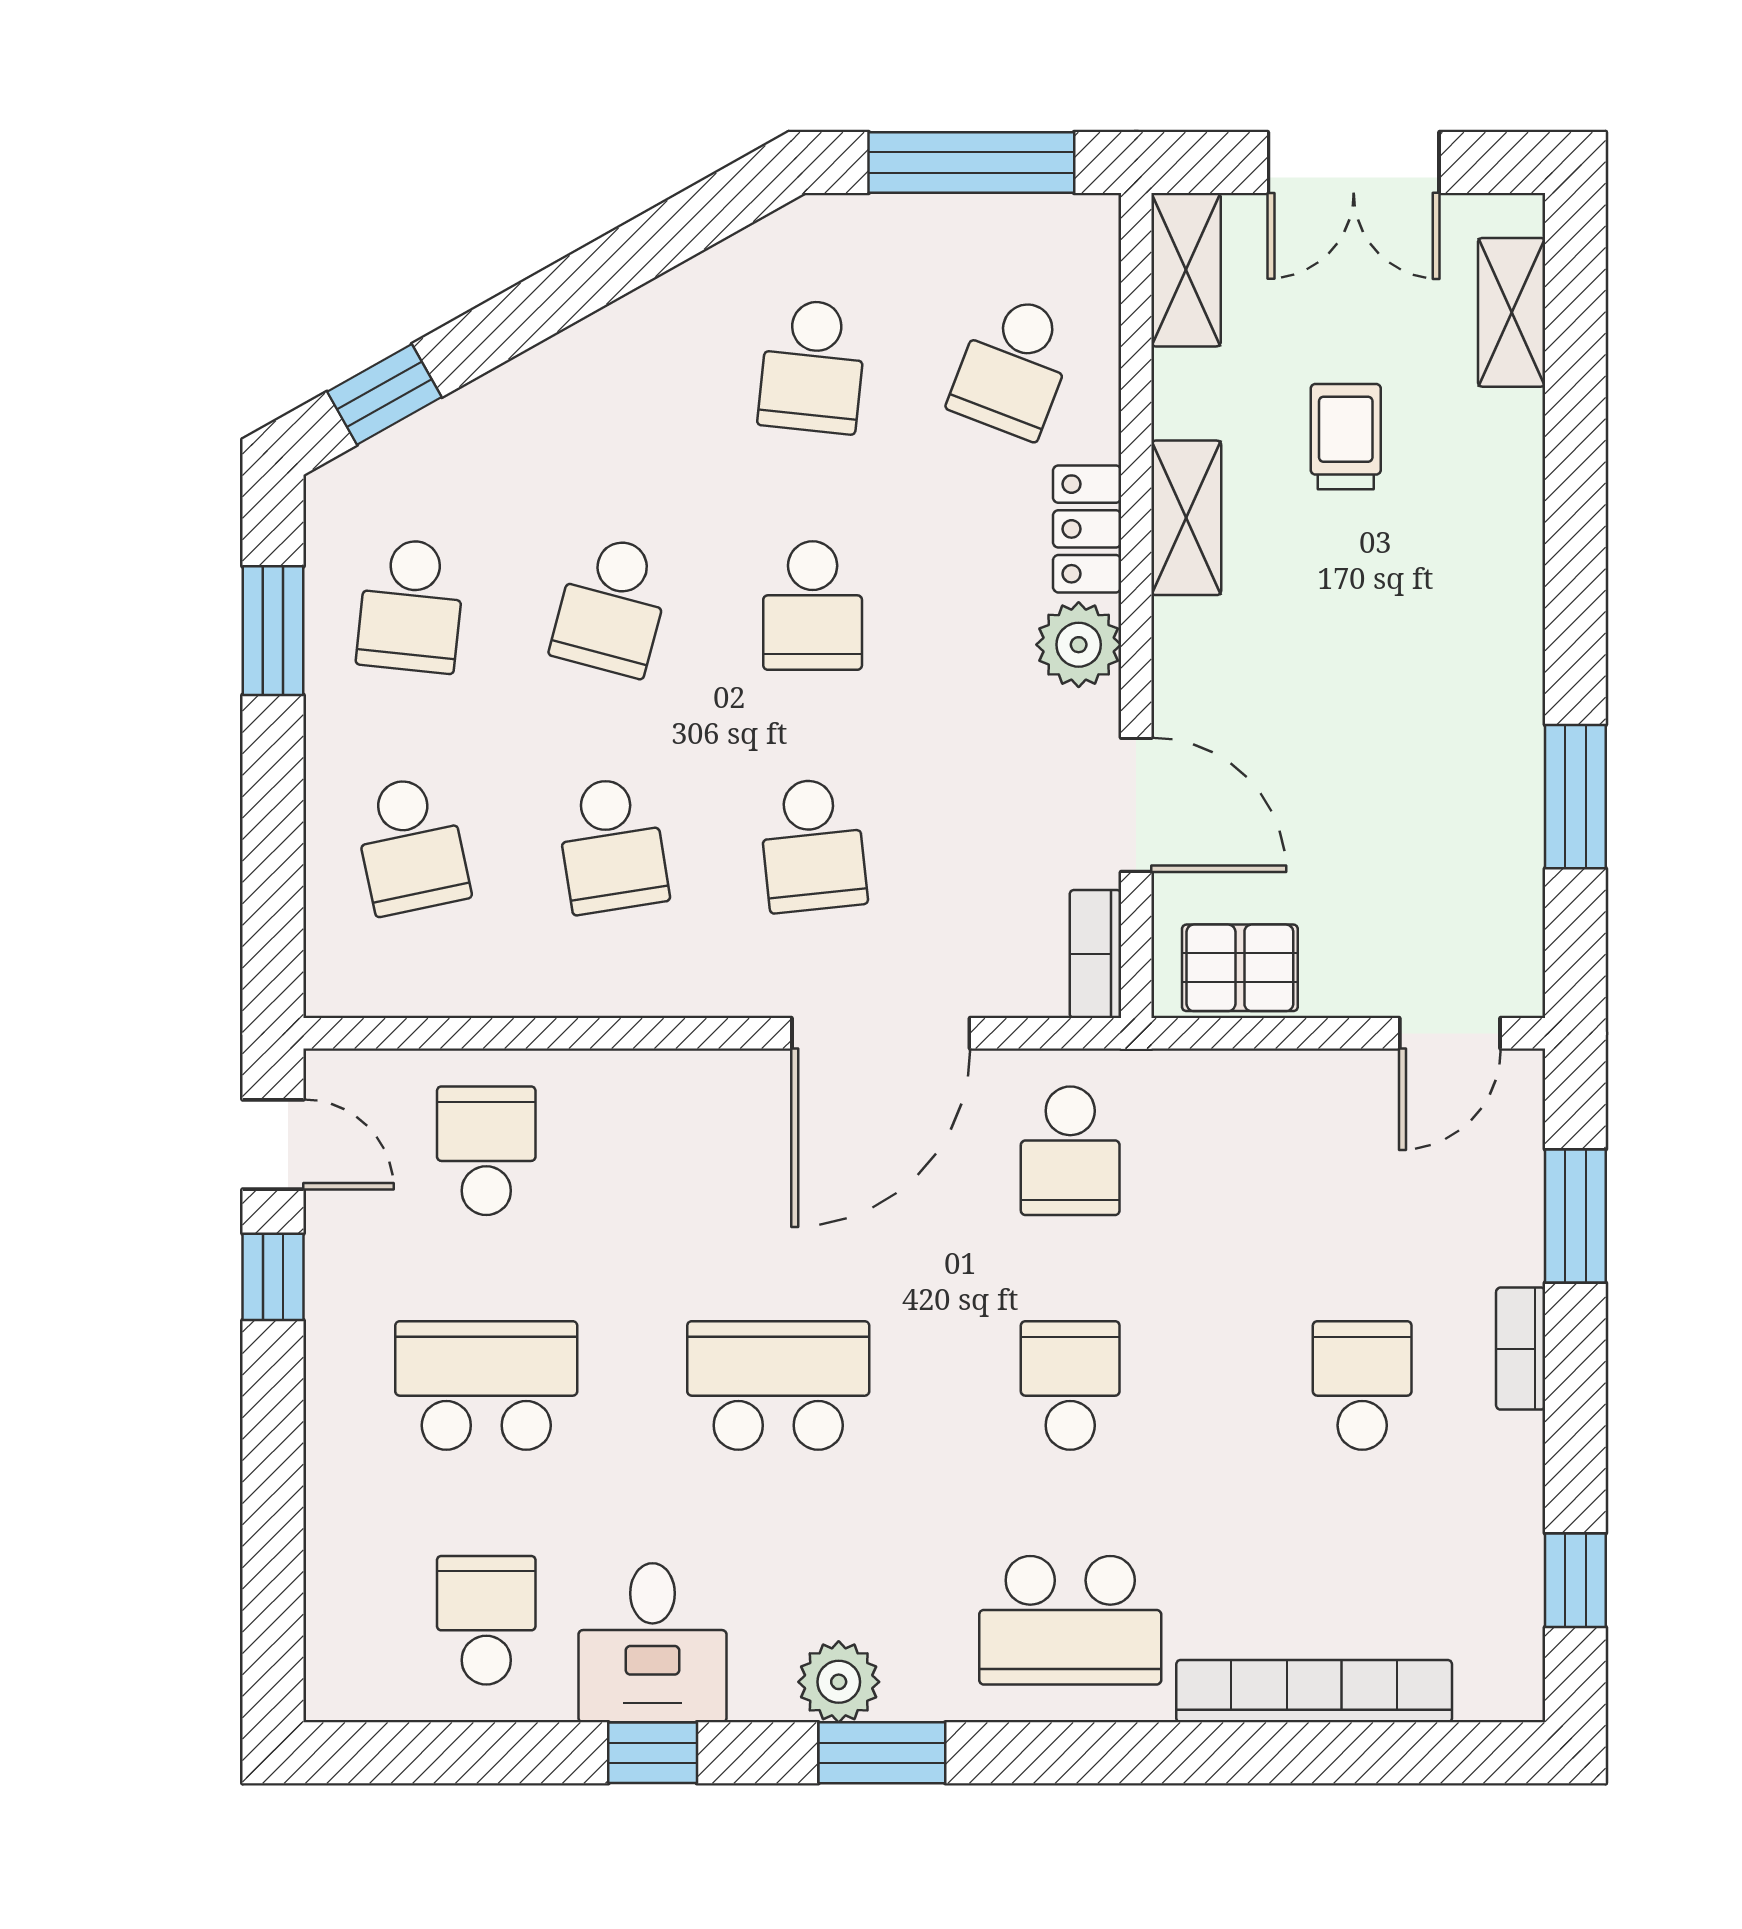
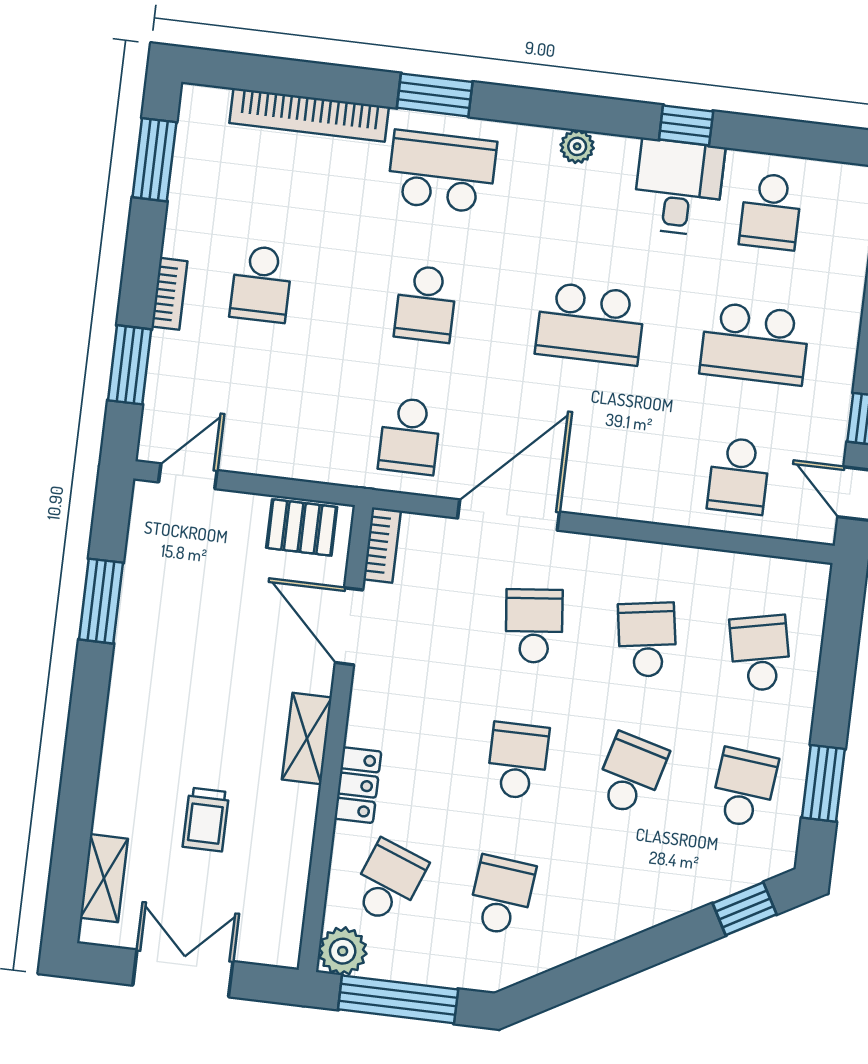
shelving: (1186, 270) -> (285, 924), removed
shelving: (1186, 518) -> (307, 738), moved
plant: (1079, 645) -> (343, 951), moved
school desk: (1070, 1151) -> (410, 436), turned 180
window: (1575, 1580) -> (154, 160), width x1.50
plant: (839, 1682) -> (577, 146), width x0.73, depth x0.73
window: (882, 1753) -> (435, 95), moved

